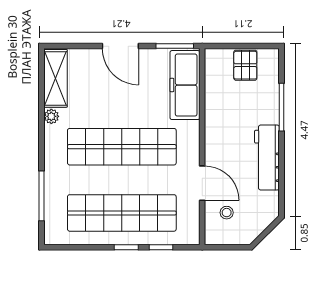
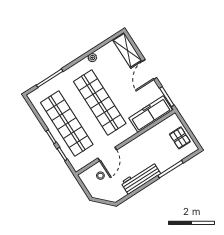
pallet: (245, 65) -> (180, 138), turned 90
shelving: (55, 78) -> (127, 50), moved, turned 90

